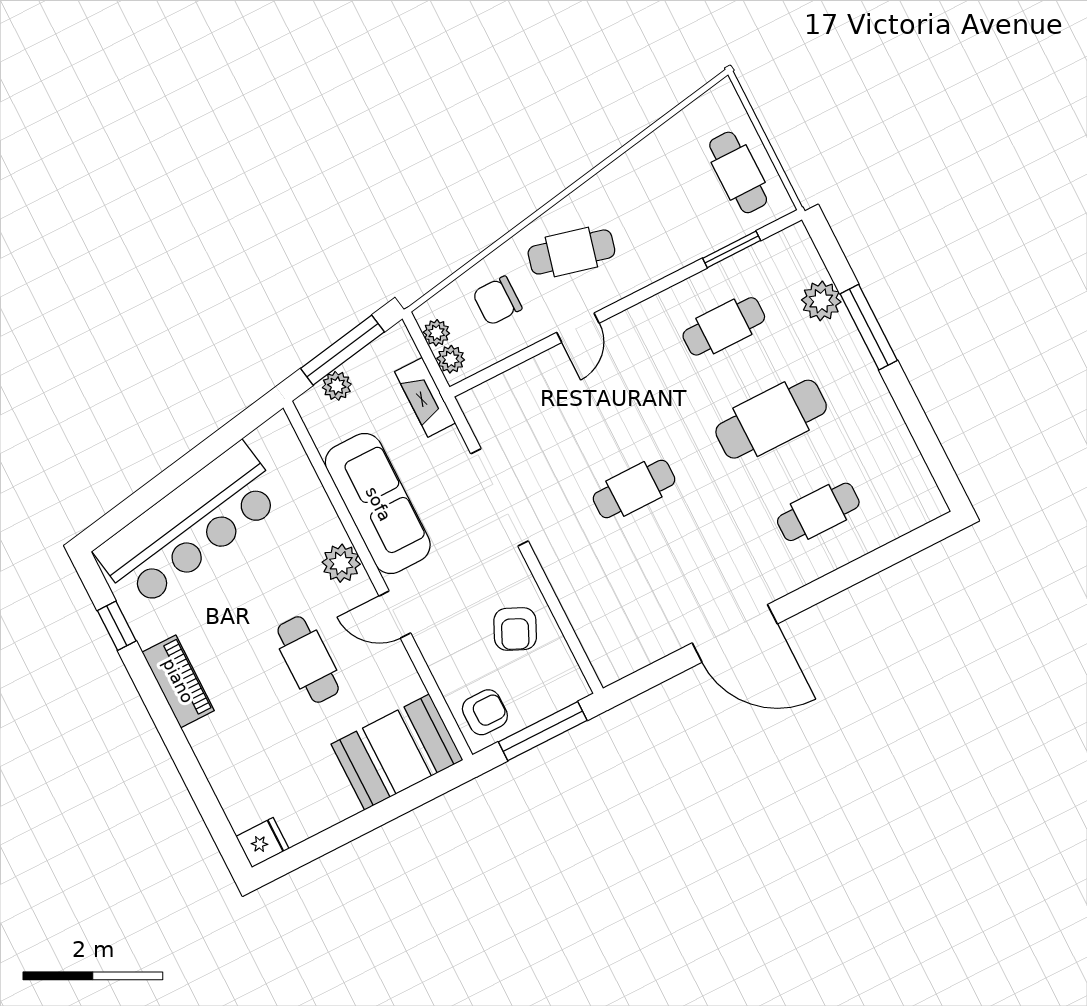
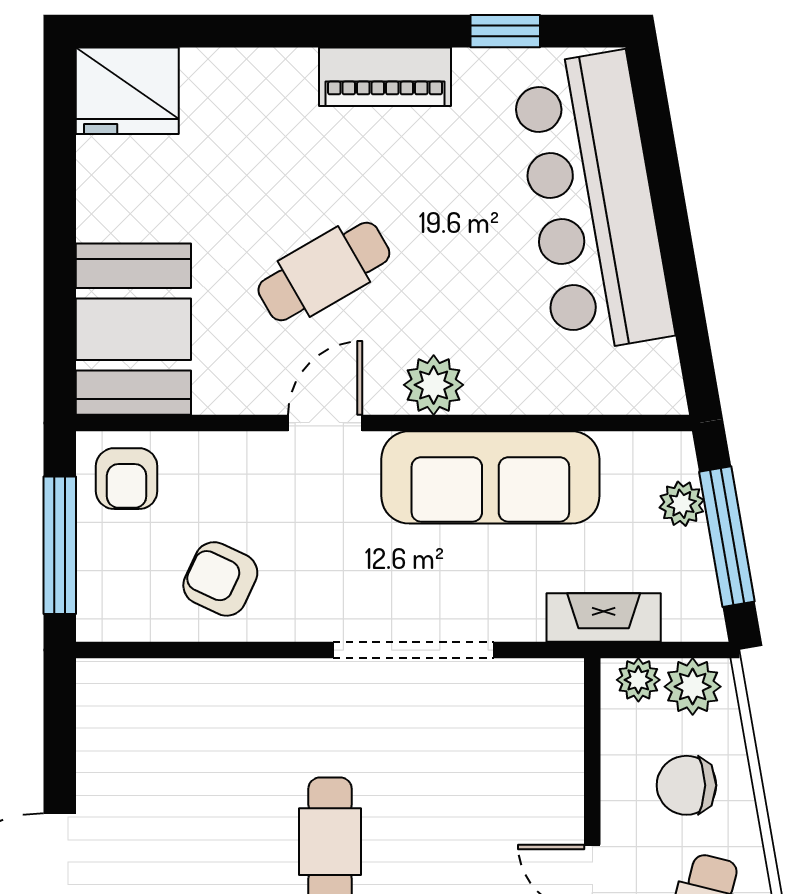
chair: (497, 301) -> (686, 785), turned -90
plant: (436, 333) -> (693, 687), width x1.38, depth x1.38
cafe table: (308, 659) -> (324, 271), turned -30
fridge: (262, 842) -> (127, 91), width x1.88, depth x1.34

